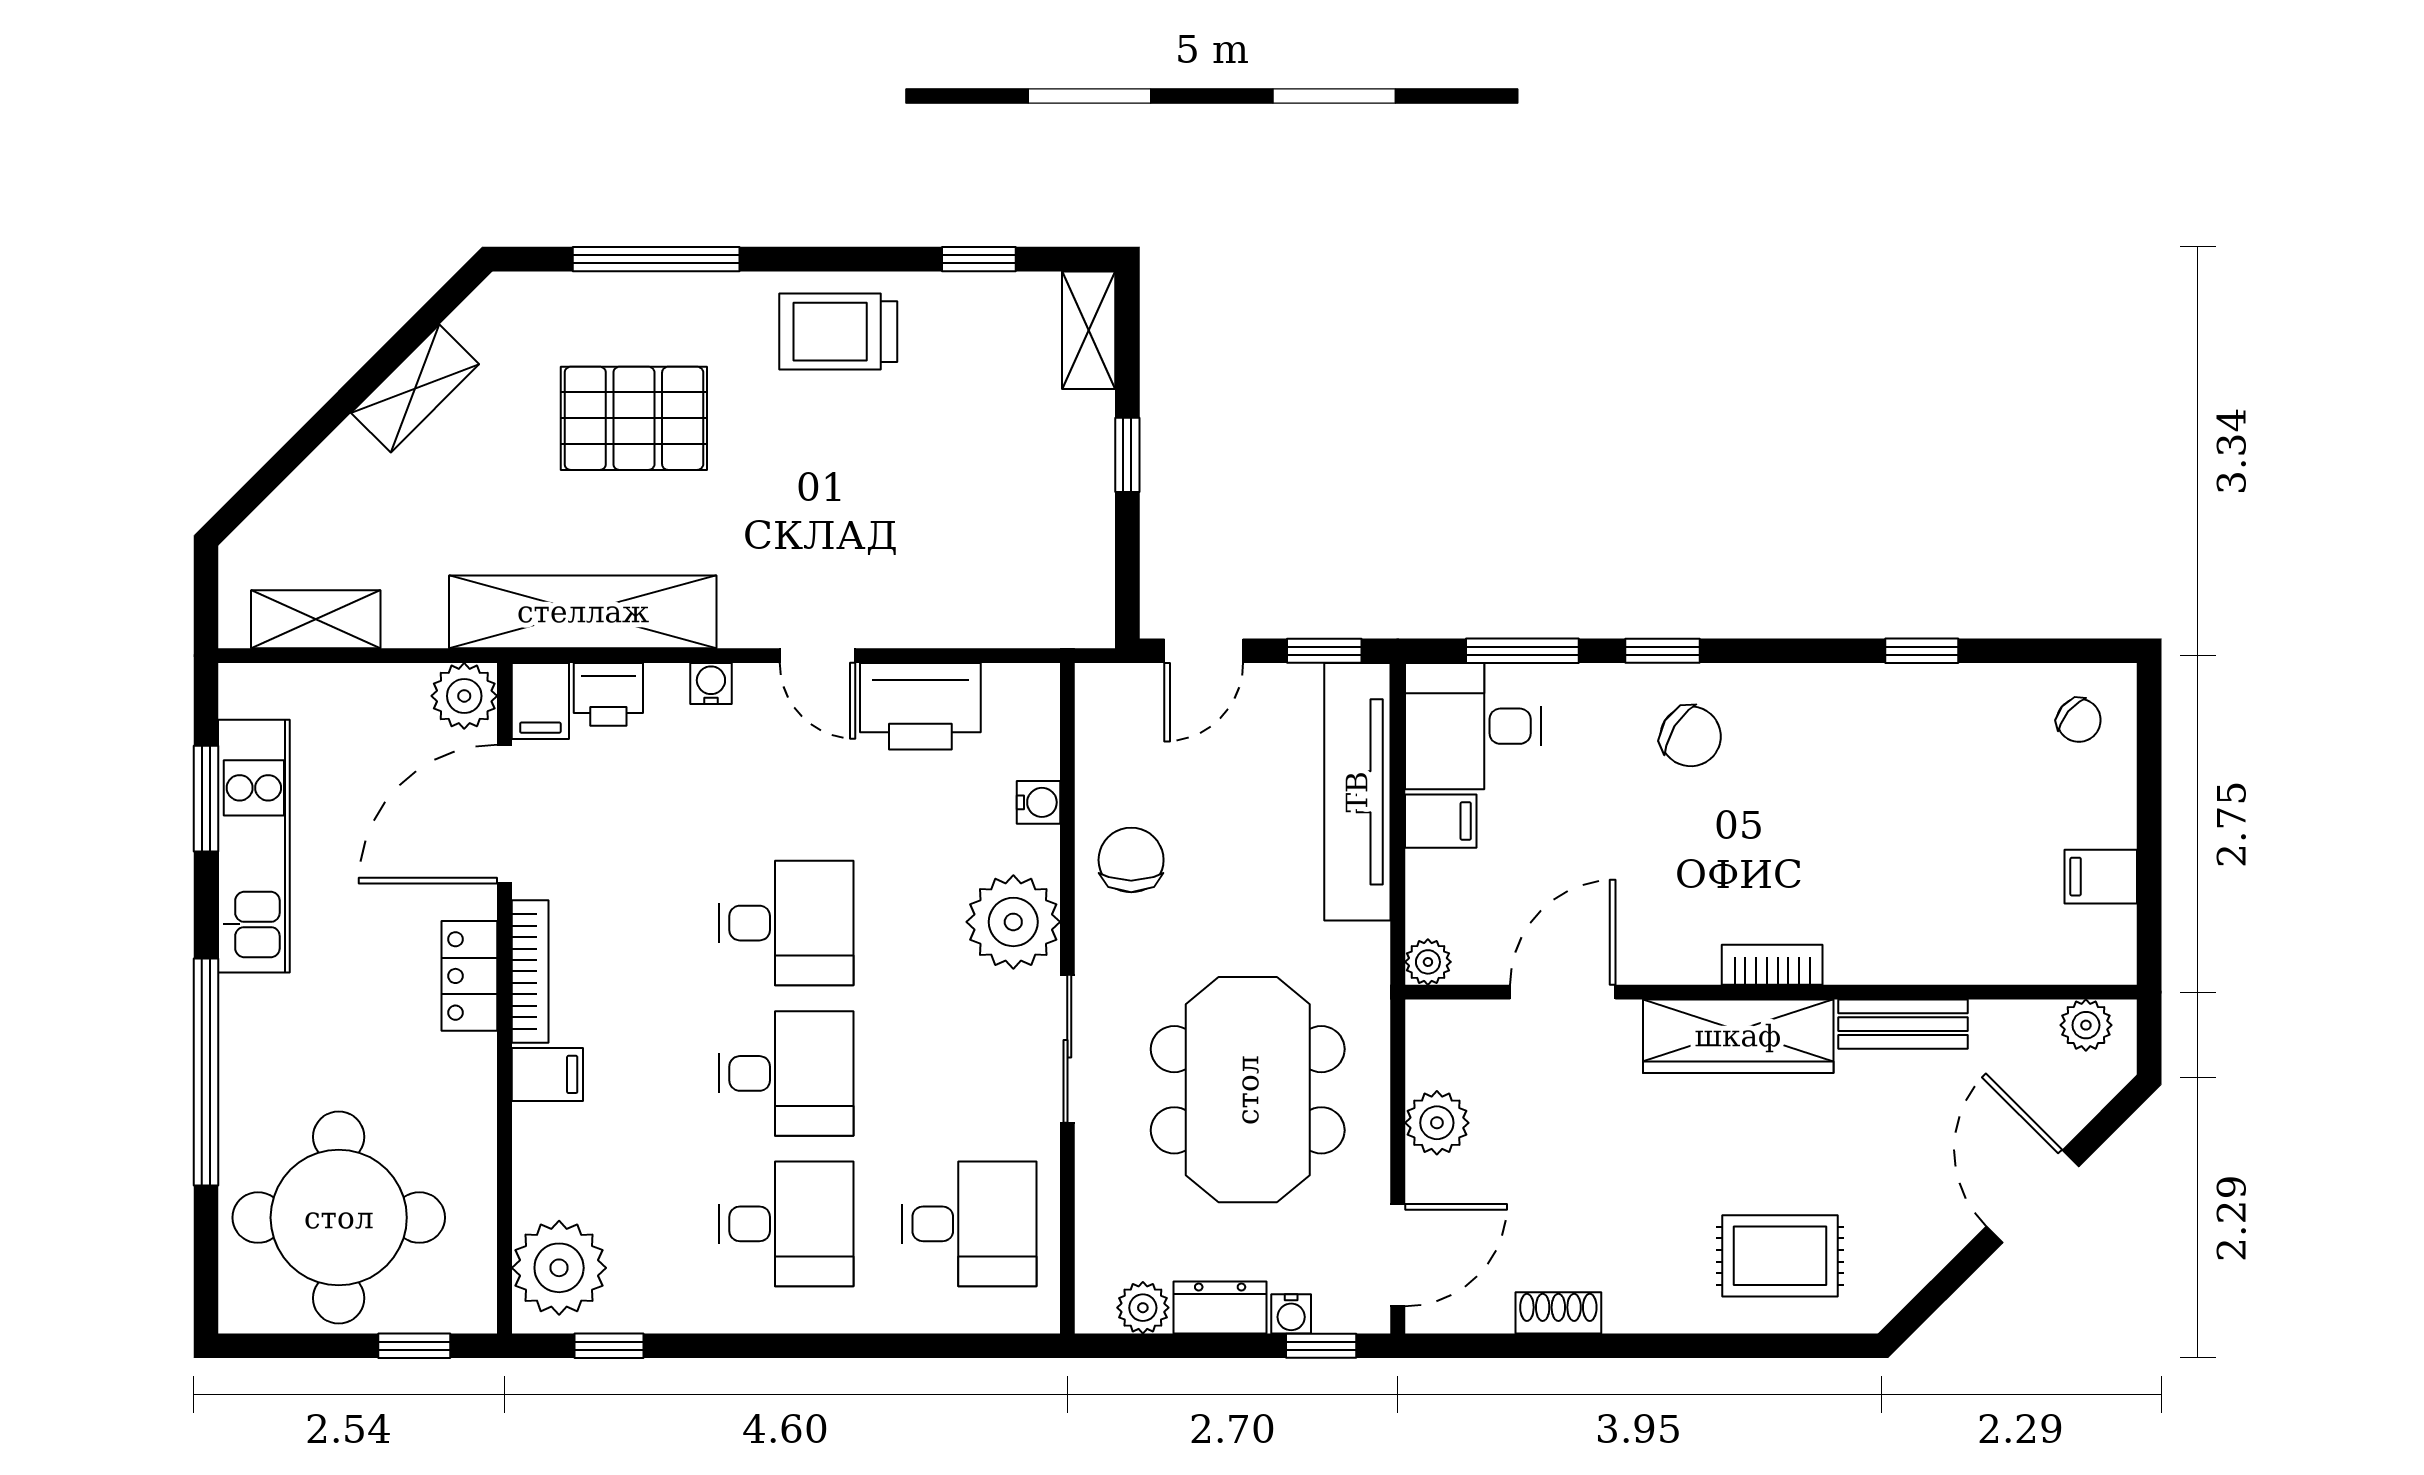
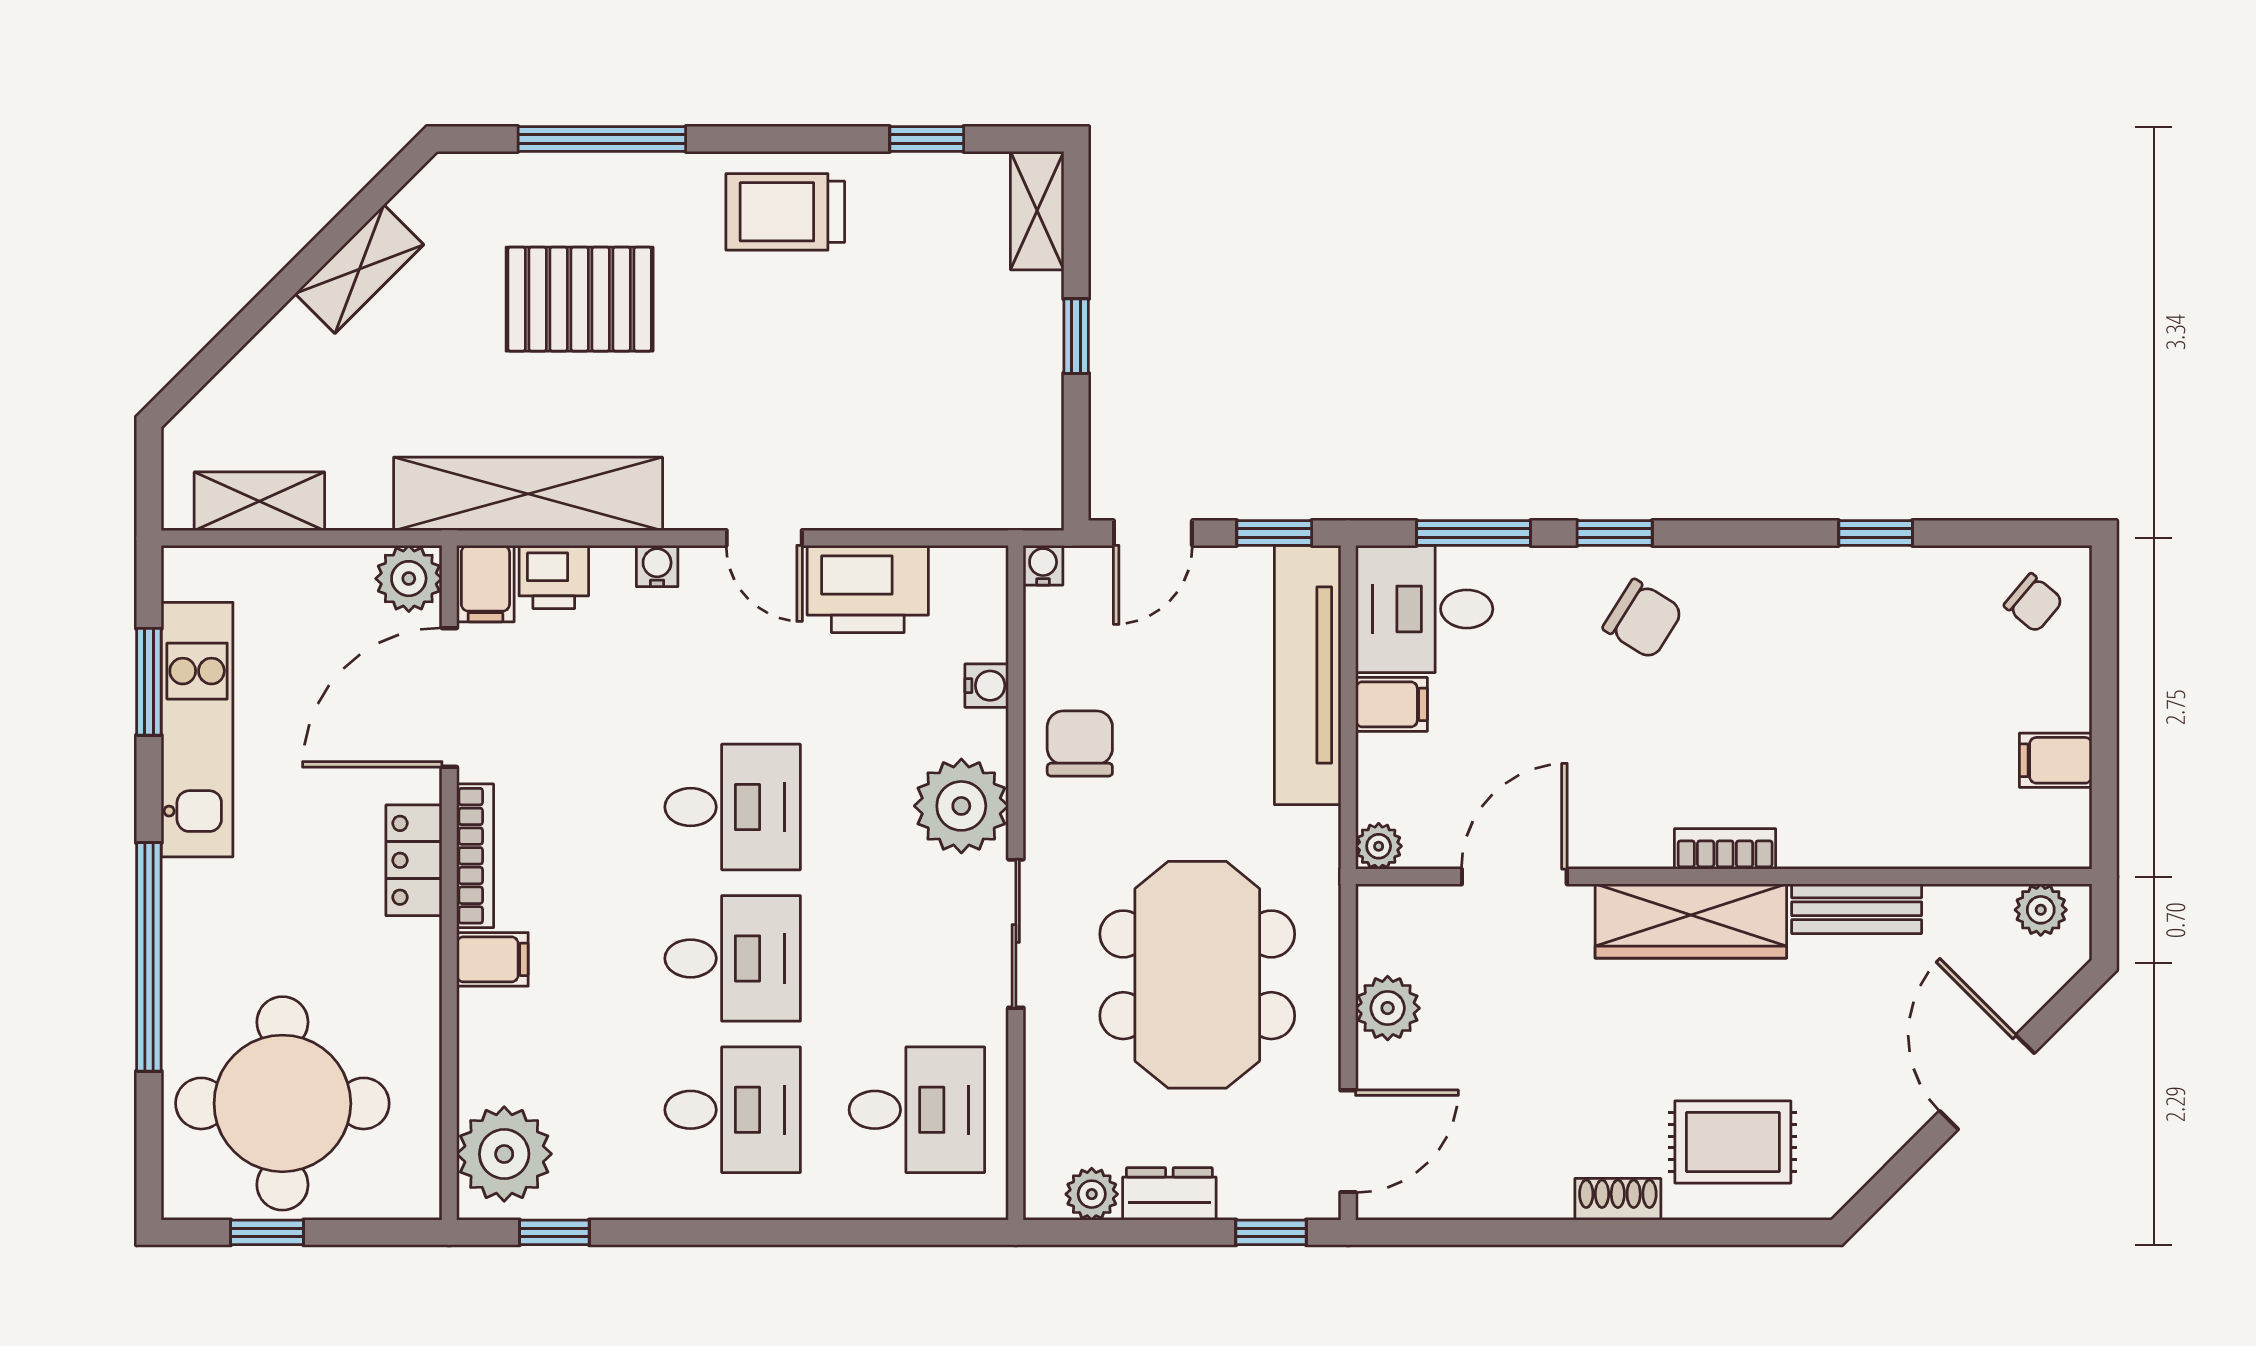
shoe rack: (1558, 1313) -> (1618, 1199), moved
water cooler: (1291, 1314) -> (1043, 565), moved, turned 180
window: (414, 1346) -> (267, 1232), moved

